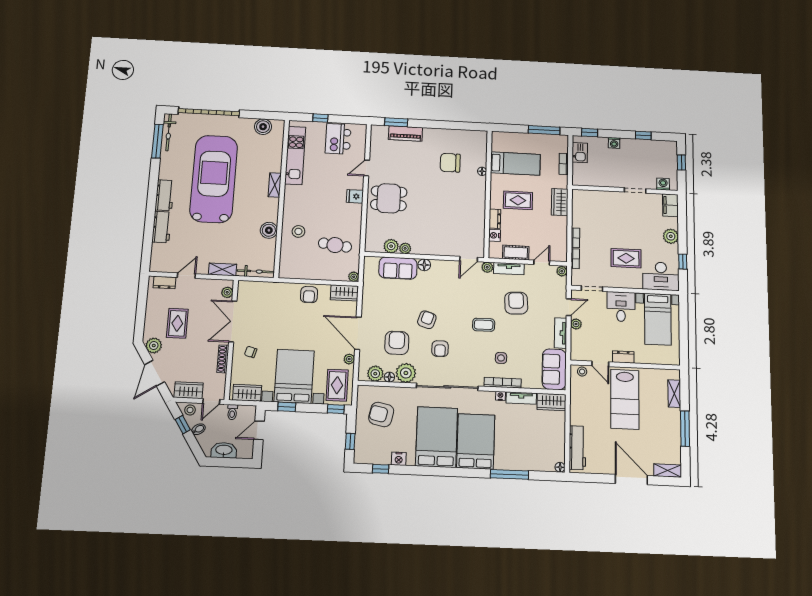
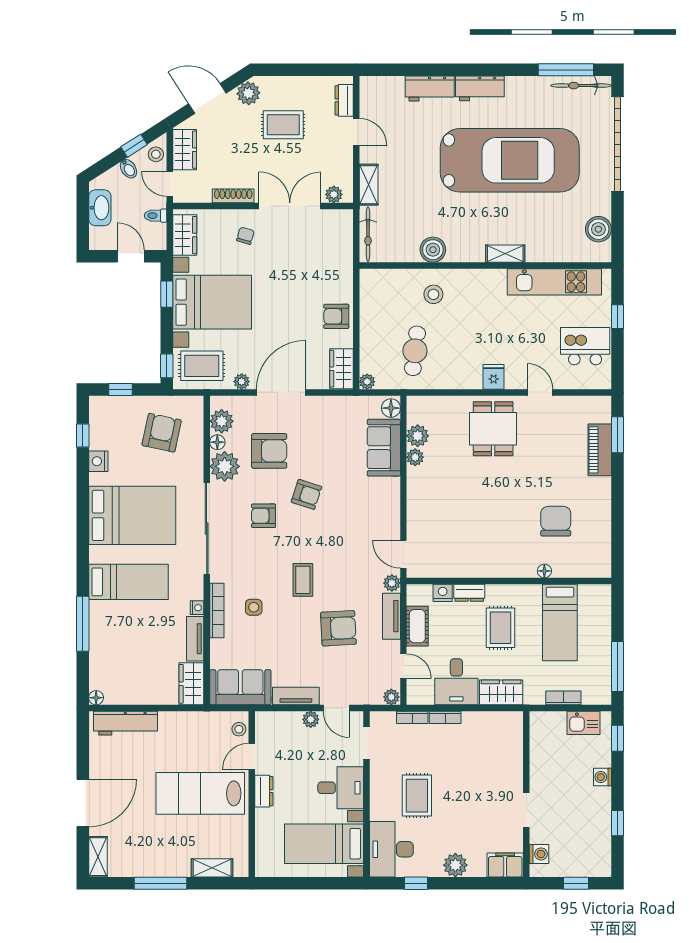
desk: (552, 230) -> (456, 682), added
floor lamp: (424, 265) -> (391, 408), moved
bed: (476, 441) -> (128, 582), width x0.67

